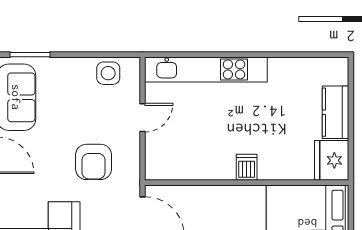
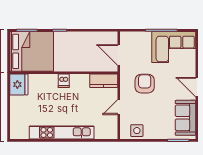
kitchen unit: (206, 69) -> (62, 133), moved
kitchen counter: (335, 112) -> (104, 81), moved, turned 90

